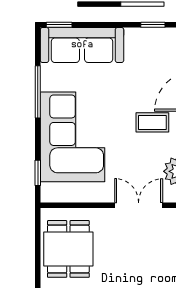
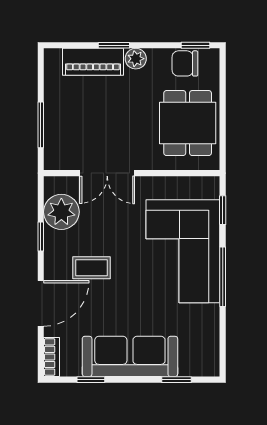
window: (59, 25) -> (177, 380), moved
sofa: (82, 45) -> (130, 356), moved
window: (38, 92) -> (223, 277), moved

